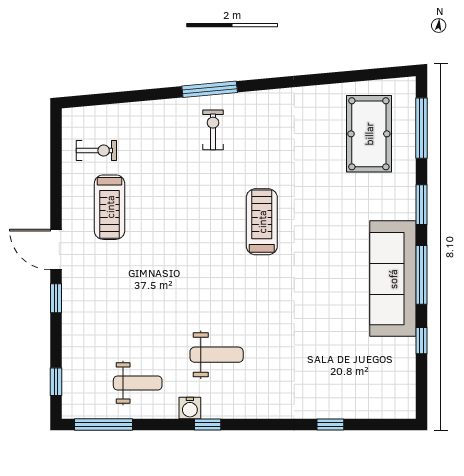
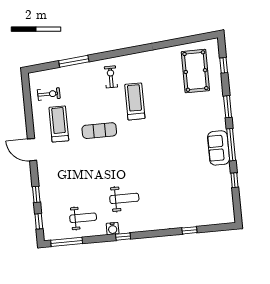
window: (210, 89) -> (74, 61), moved
window: (422, 128) -> (224, 65), width x0.46
treadmill: (110, 207) -> (59, 124), turned 180
treadmill: (262, 222) -> (135, 101), moved
exercise mat: (183, 226) -> (99, 131), added
sofa: (393, 279) -> (218, 148), width x0.54, depth x0.79
window: (56, 298) -> (36, 194), moved

